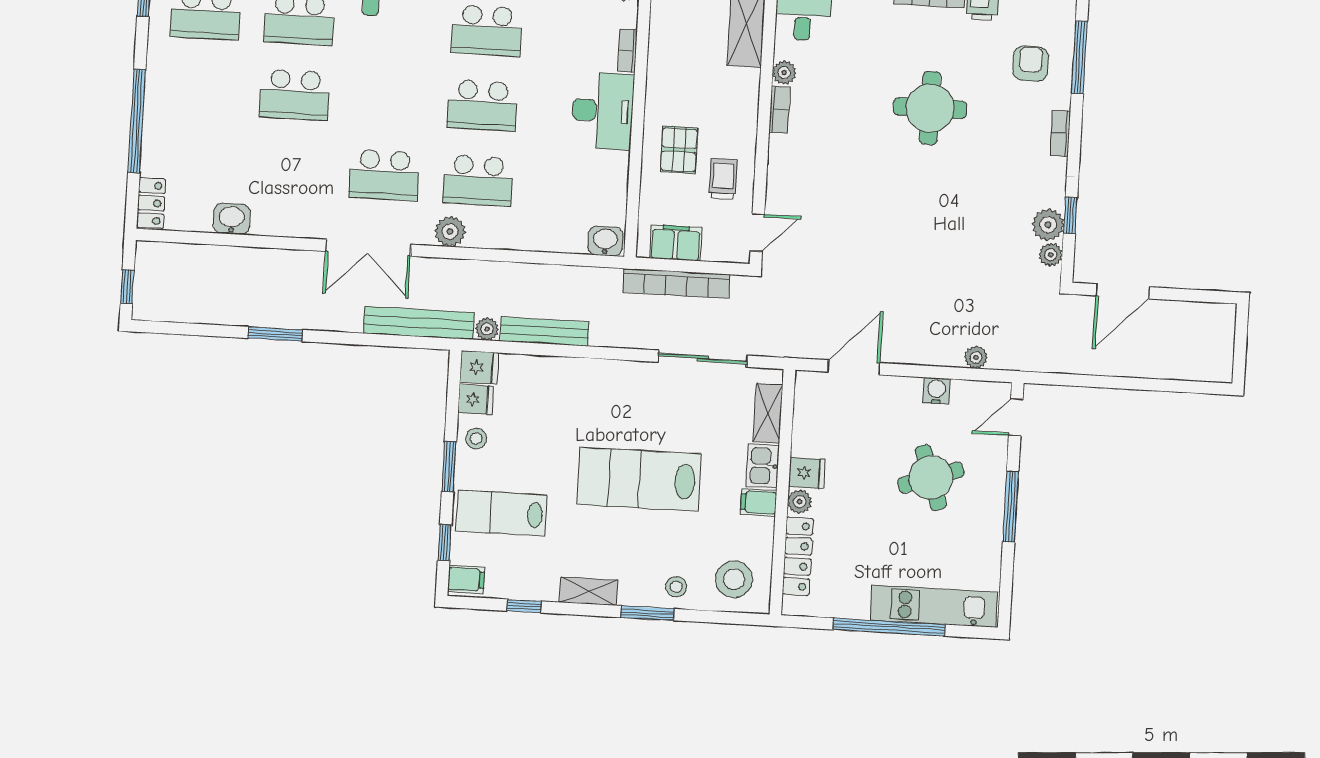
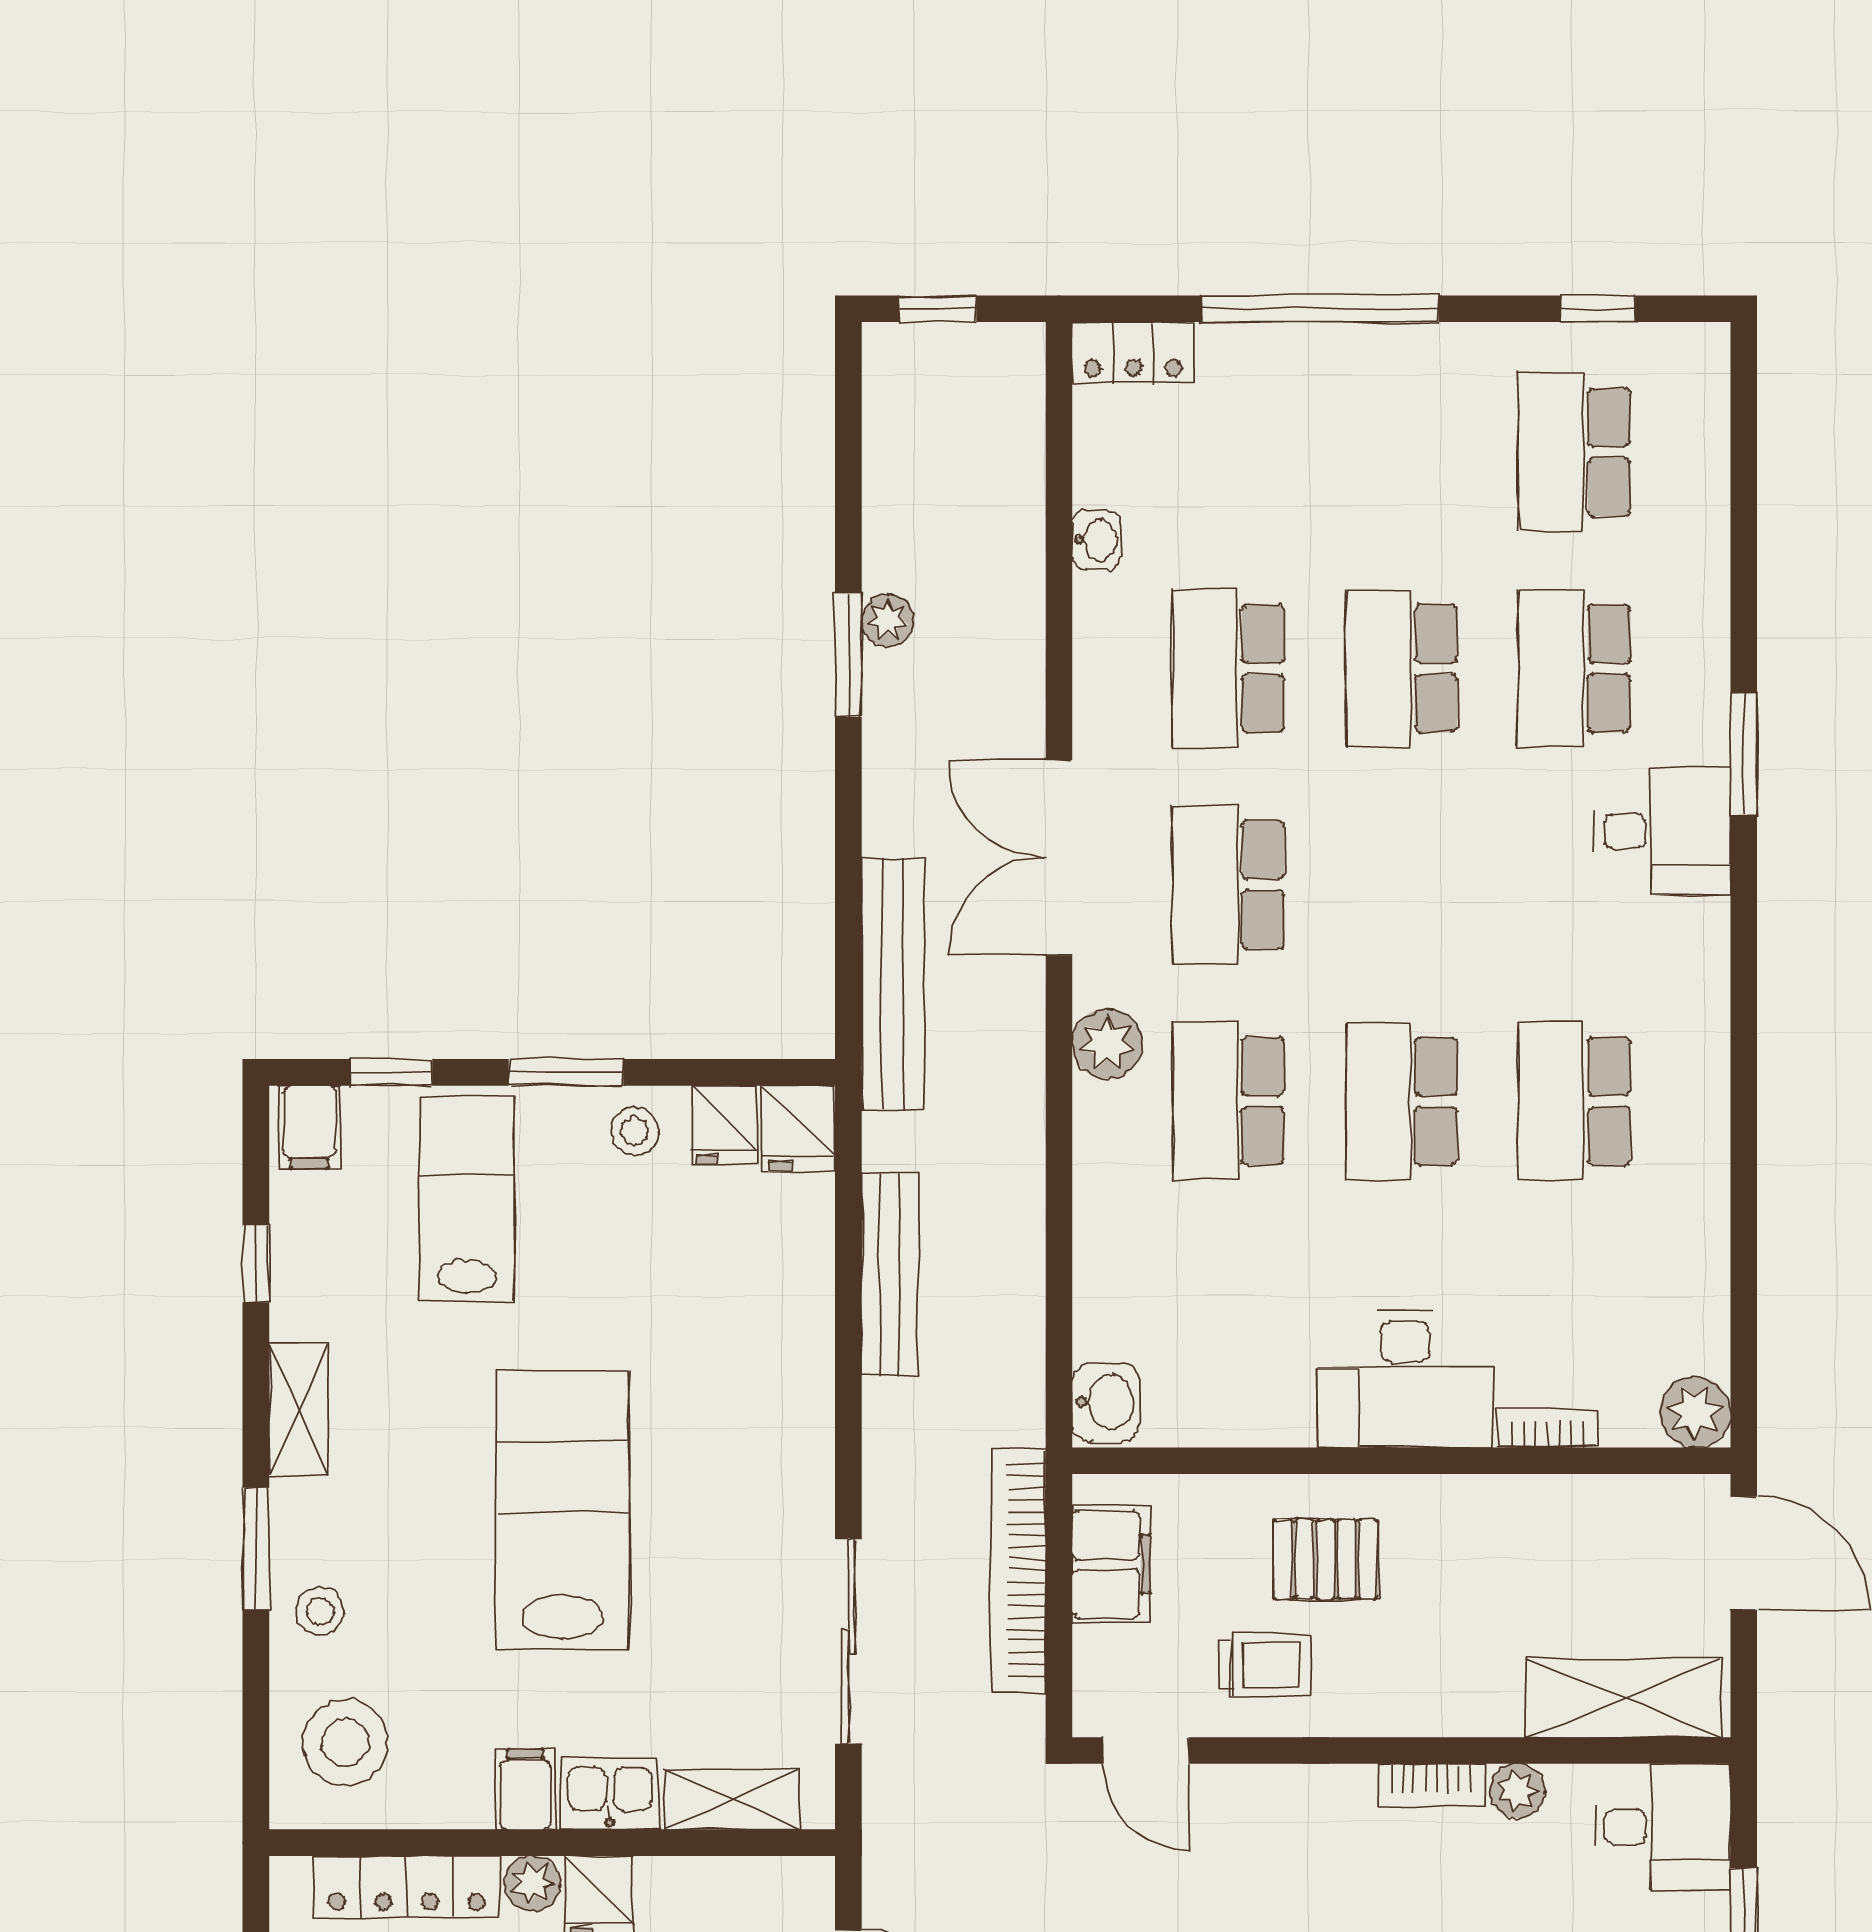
school desk: (290, 170) -> (1228, 668), added
washbasin: (232, 219) -> (1097, 540), width x0.72, depth x0.69
plant: (487, 329) -> (888, 620), moved

